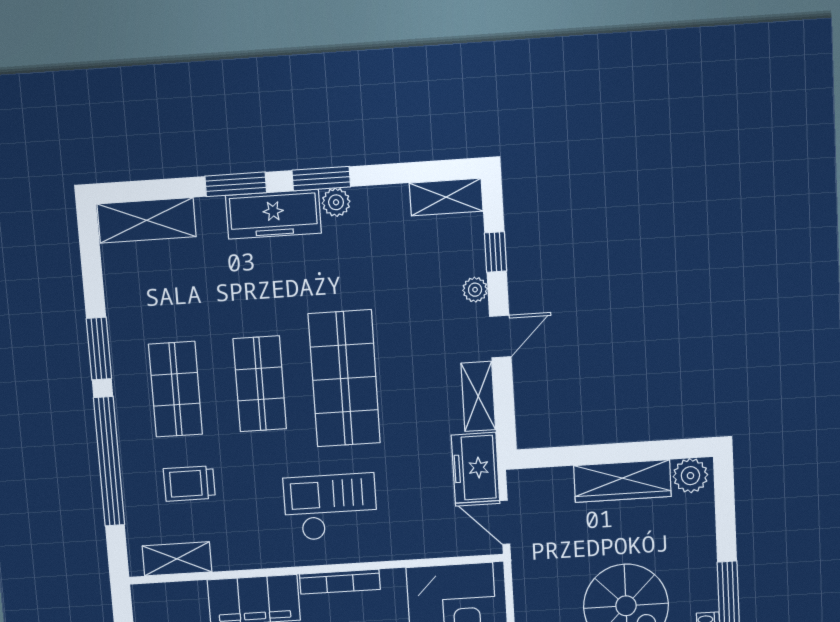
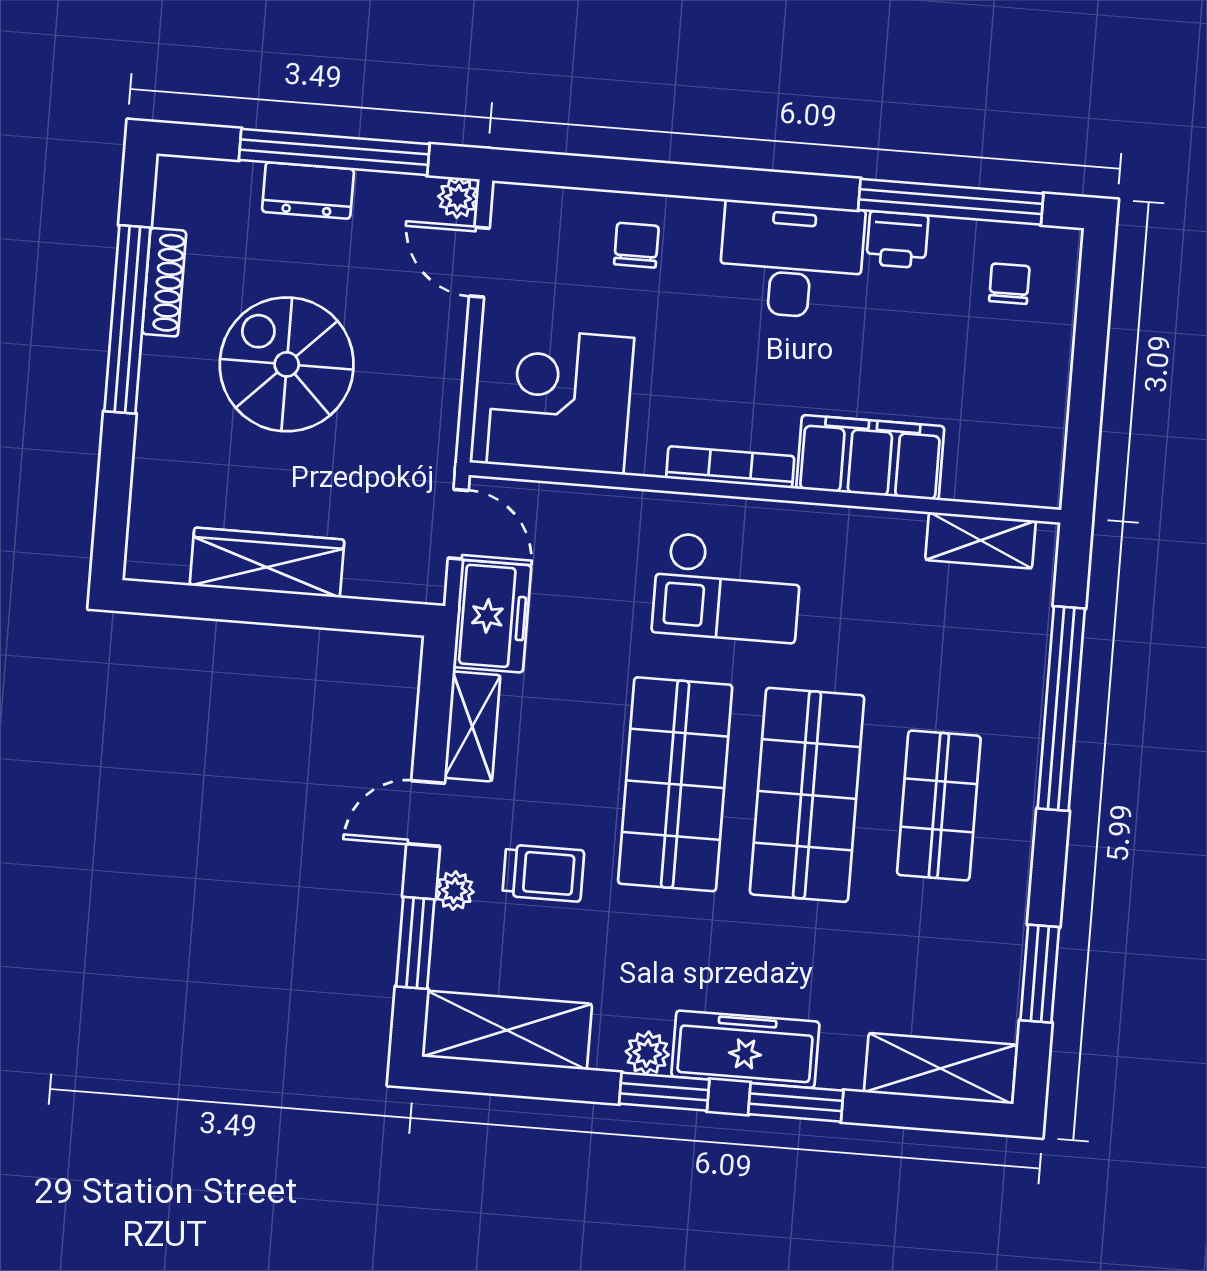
shelving: (446, 197) -> (507, 1030), width x1.50, depth x1.33
window: (495, 252) -> (415, 943), width x1.50
window: (99, 349) -> (1040, 974), moved
shop shelf: (260, 384) -> (807, 795), width x1.43, depth x1.36
plant: (690, 476) -> (161, 556), removed
trolley: (189, 483) -> (543, 873), moved

